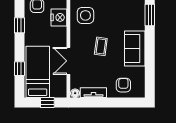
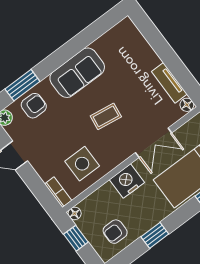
nightstand: (59, 17) -> (127, 181), moved
armchair: (123, 85) -> (34, 106), moved, turned 180

